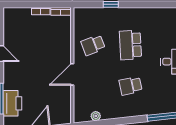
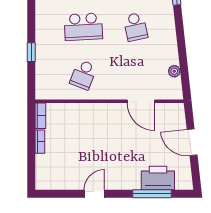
school desk: (93, 45) -> (83, 75), turned 42
door: (72, 74) -> (141, 101), moved

